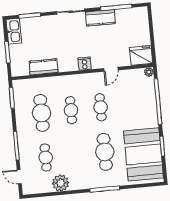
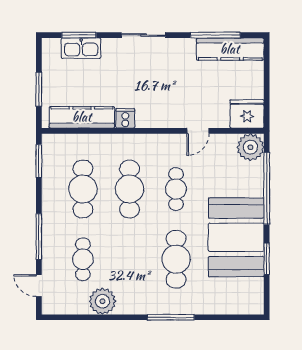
kitchen counter: (100, 18) -> (230, 49), moved, width x1.50
kitchen sink: (14, 31) -> (81, 48), moved, turned 90
cooker: (85, 64) -> (125, 118), moved
kitchen counter: (43, 67) -> (82, 117), width x1.50
plant: (149, 72) -> (250, 147), width x1.88, depth x1.88
cafe table: (71, 110) -> (129, 189), width x1.37, depth x1.35
booth: (144, 154) -> (236, 237), moved

